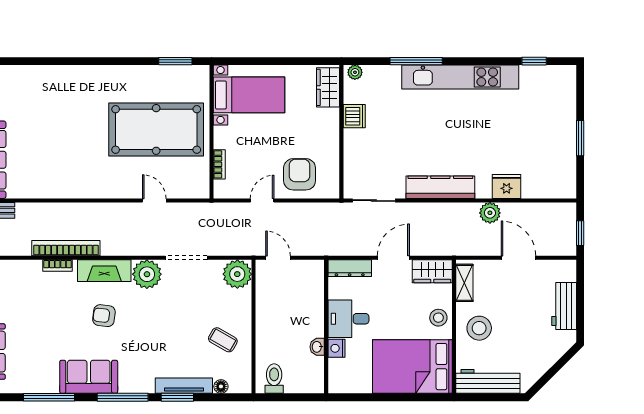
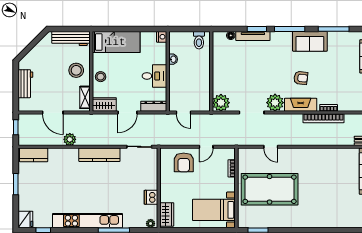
fridge: (507, 186) -> (25, 219), moved, turned -90
kitchen counter: (550, 187) -> (34, 155), added
door: (278, 258) -> (184, 112), moved
coffee table: (223, 340) -> (230, 63), removed
nightstand: (336, 348) -> (162, 37), moved
bed: (412, 367) -> (116, 42), width x0.67

